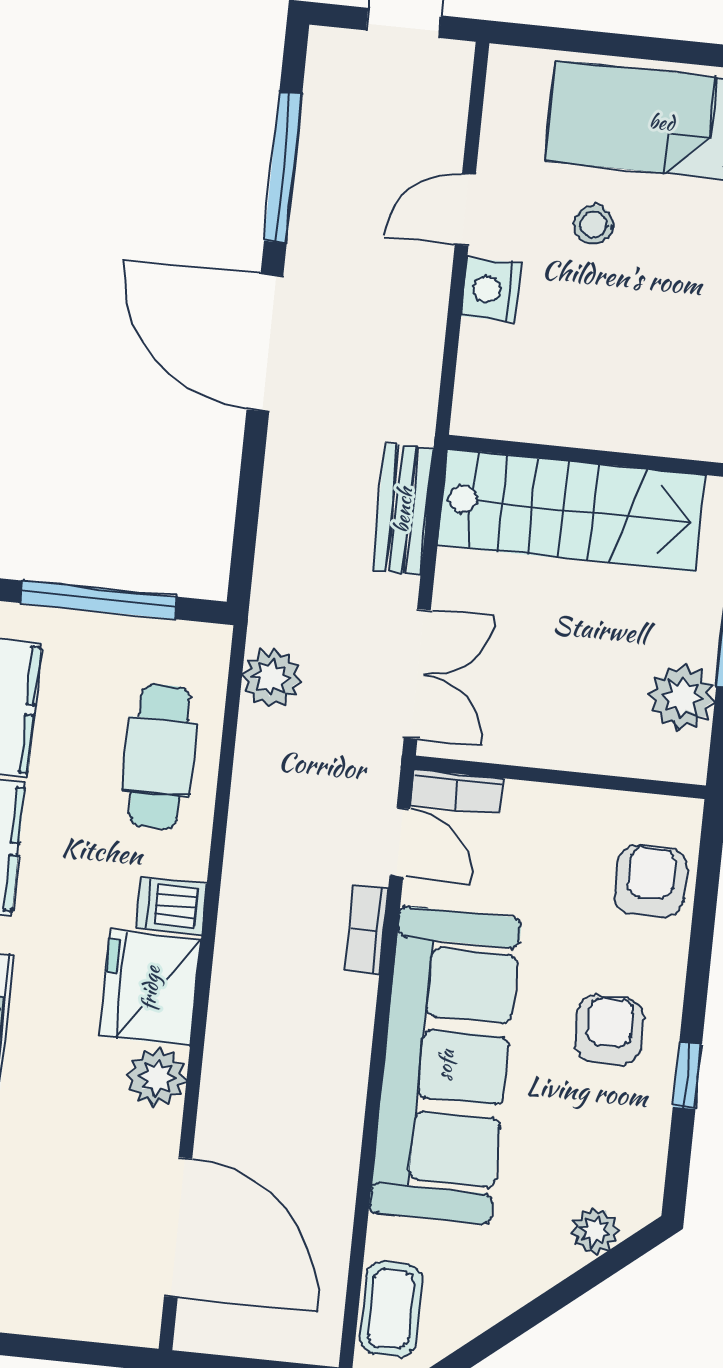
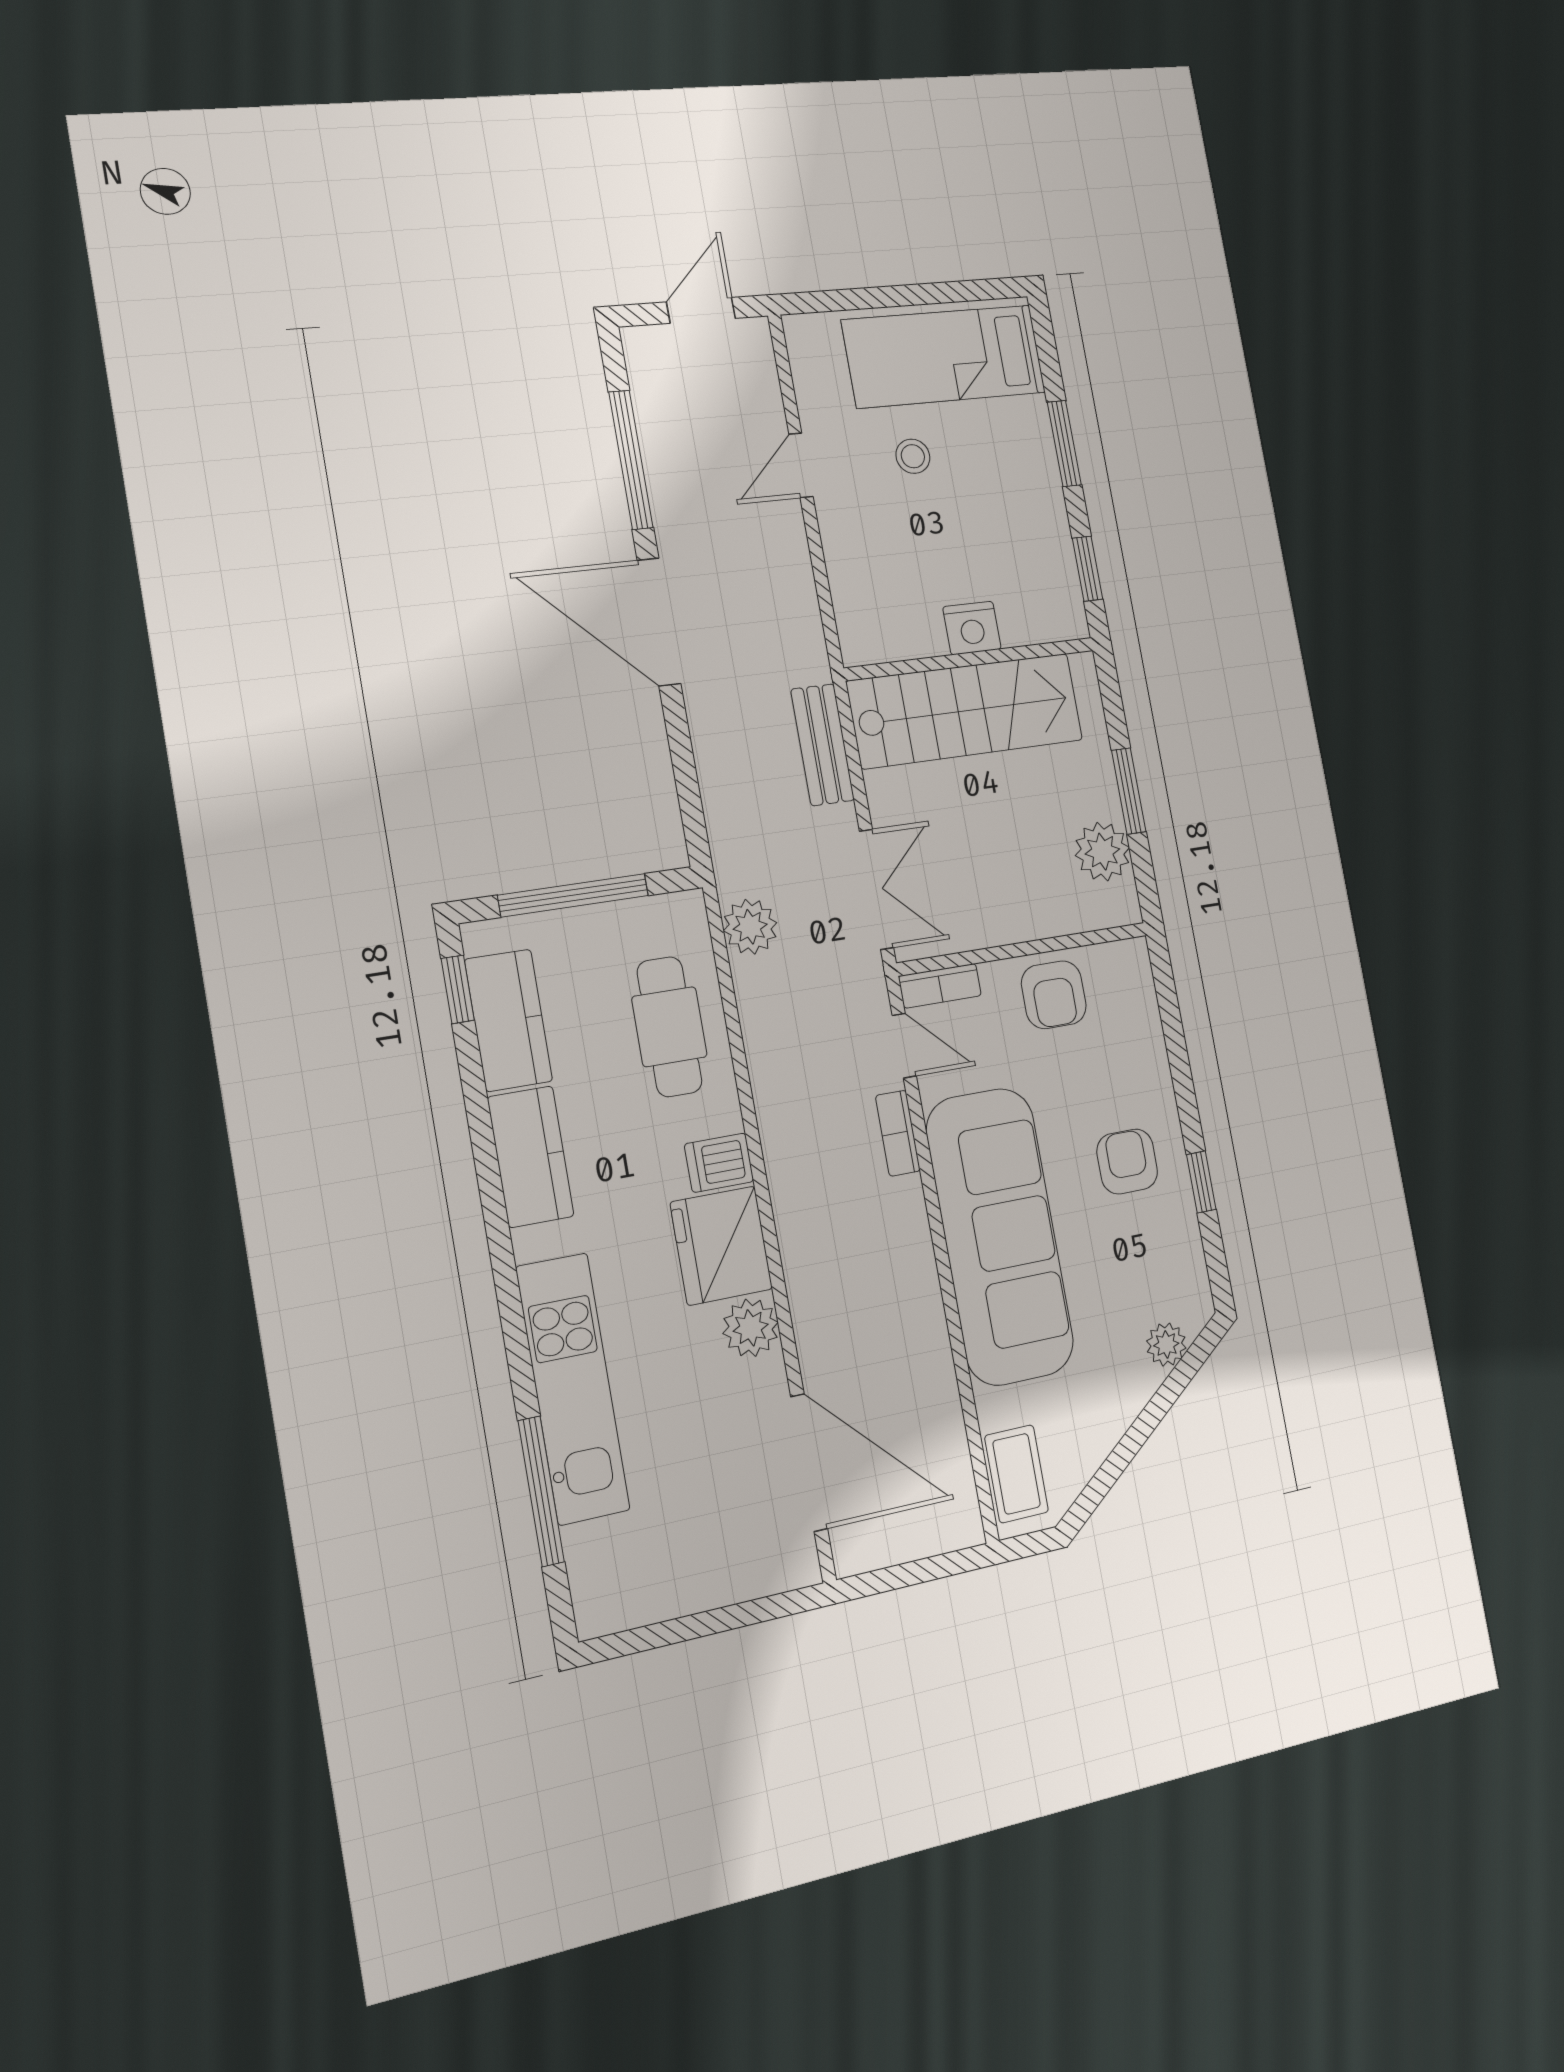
nightstand: (491, 290) -> (972, 628), moved, turned -90
armchair: (651, 881) -> (1054, 995), moved, turned 180

